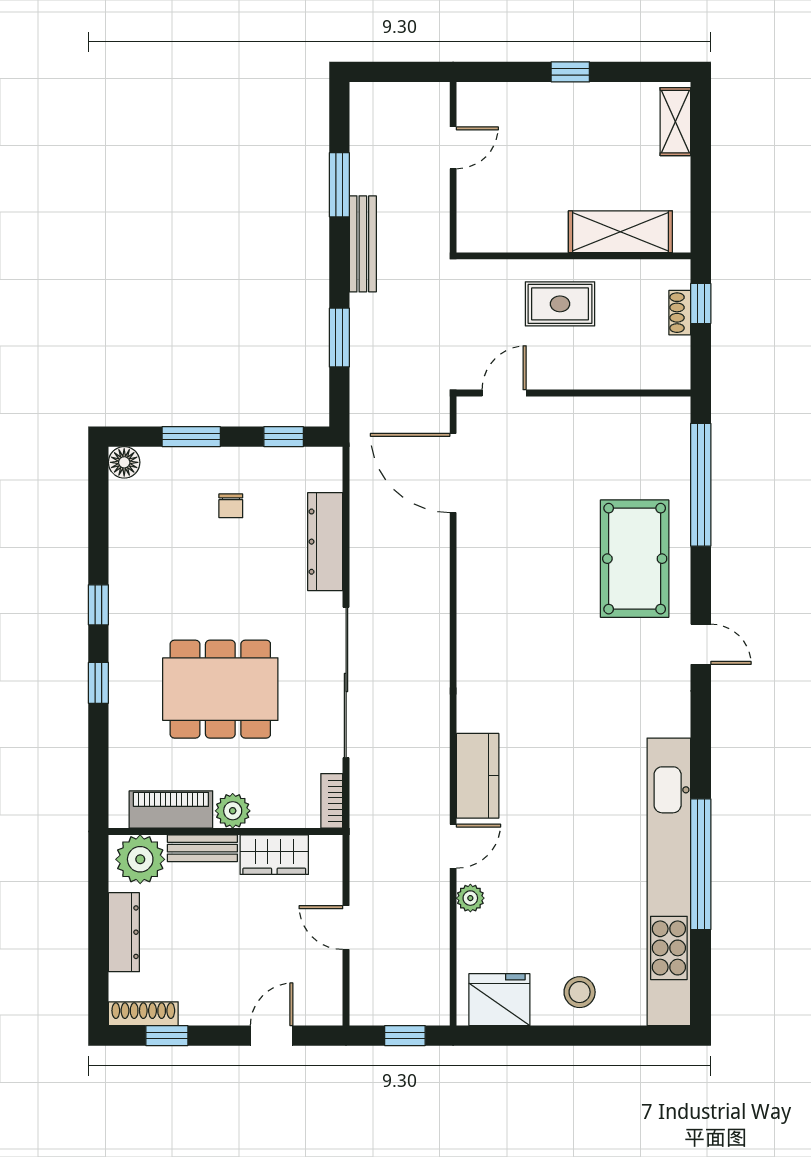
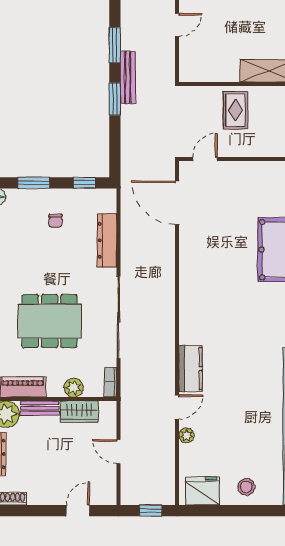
rug: (560, 304) -> (236, 110), turned 90
window: (339, 338) -> (115, 99), moved
plant: (233, 811) -> (74, 388), moved
window: (167, 1036) -> (20, 511), removed

